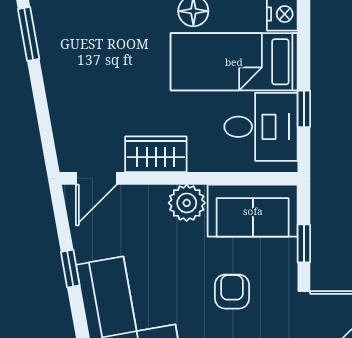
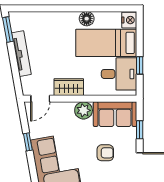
tv unit: (57, 84) -> (21, 54), added
armchair: (232, 292) -> (105, 153), turned 90

